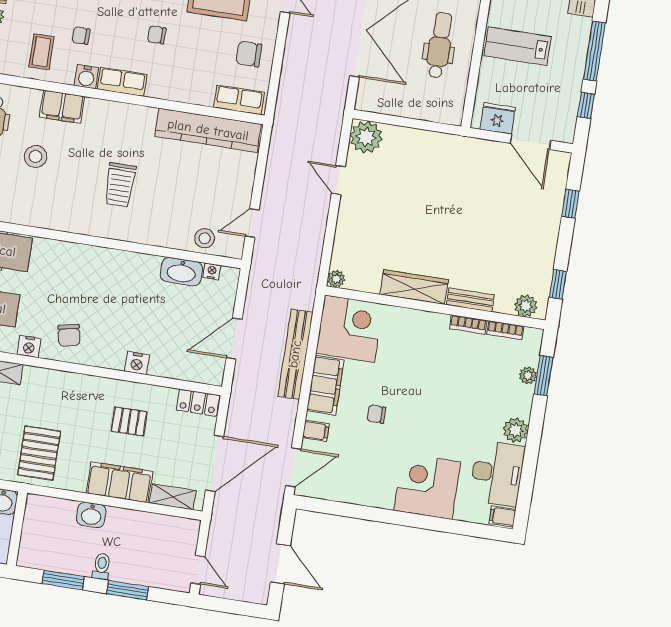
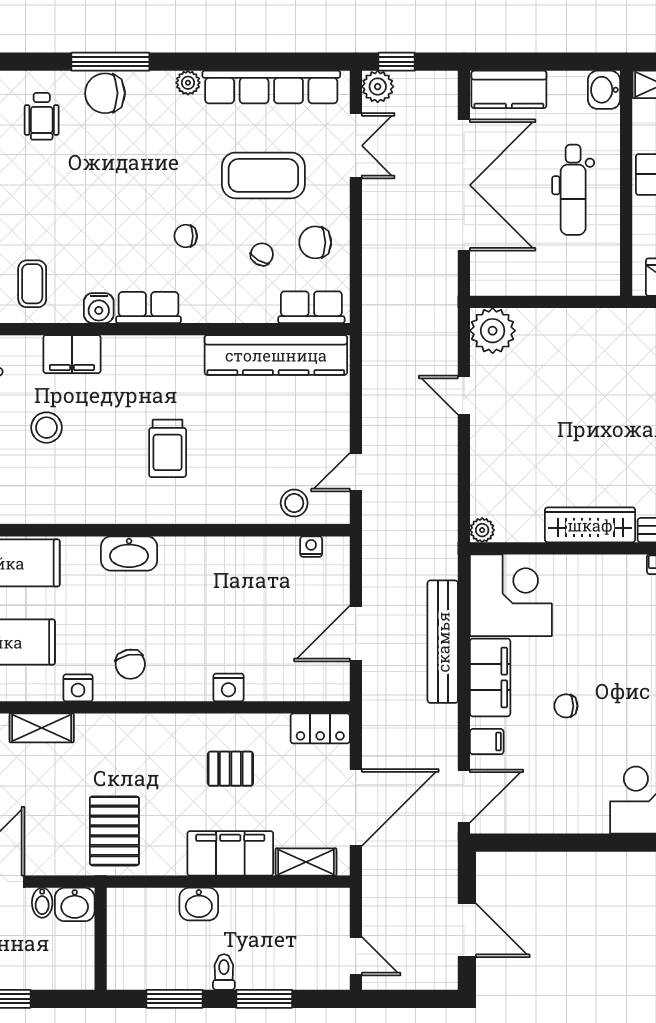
chair: (81, 36) -> (262, 254), moved, turned 121
dental chair: (440, 45) -> (573, 190), turned 180
washbasin: (181, 272) -> (129, 553), moved

